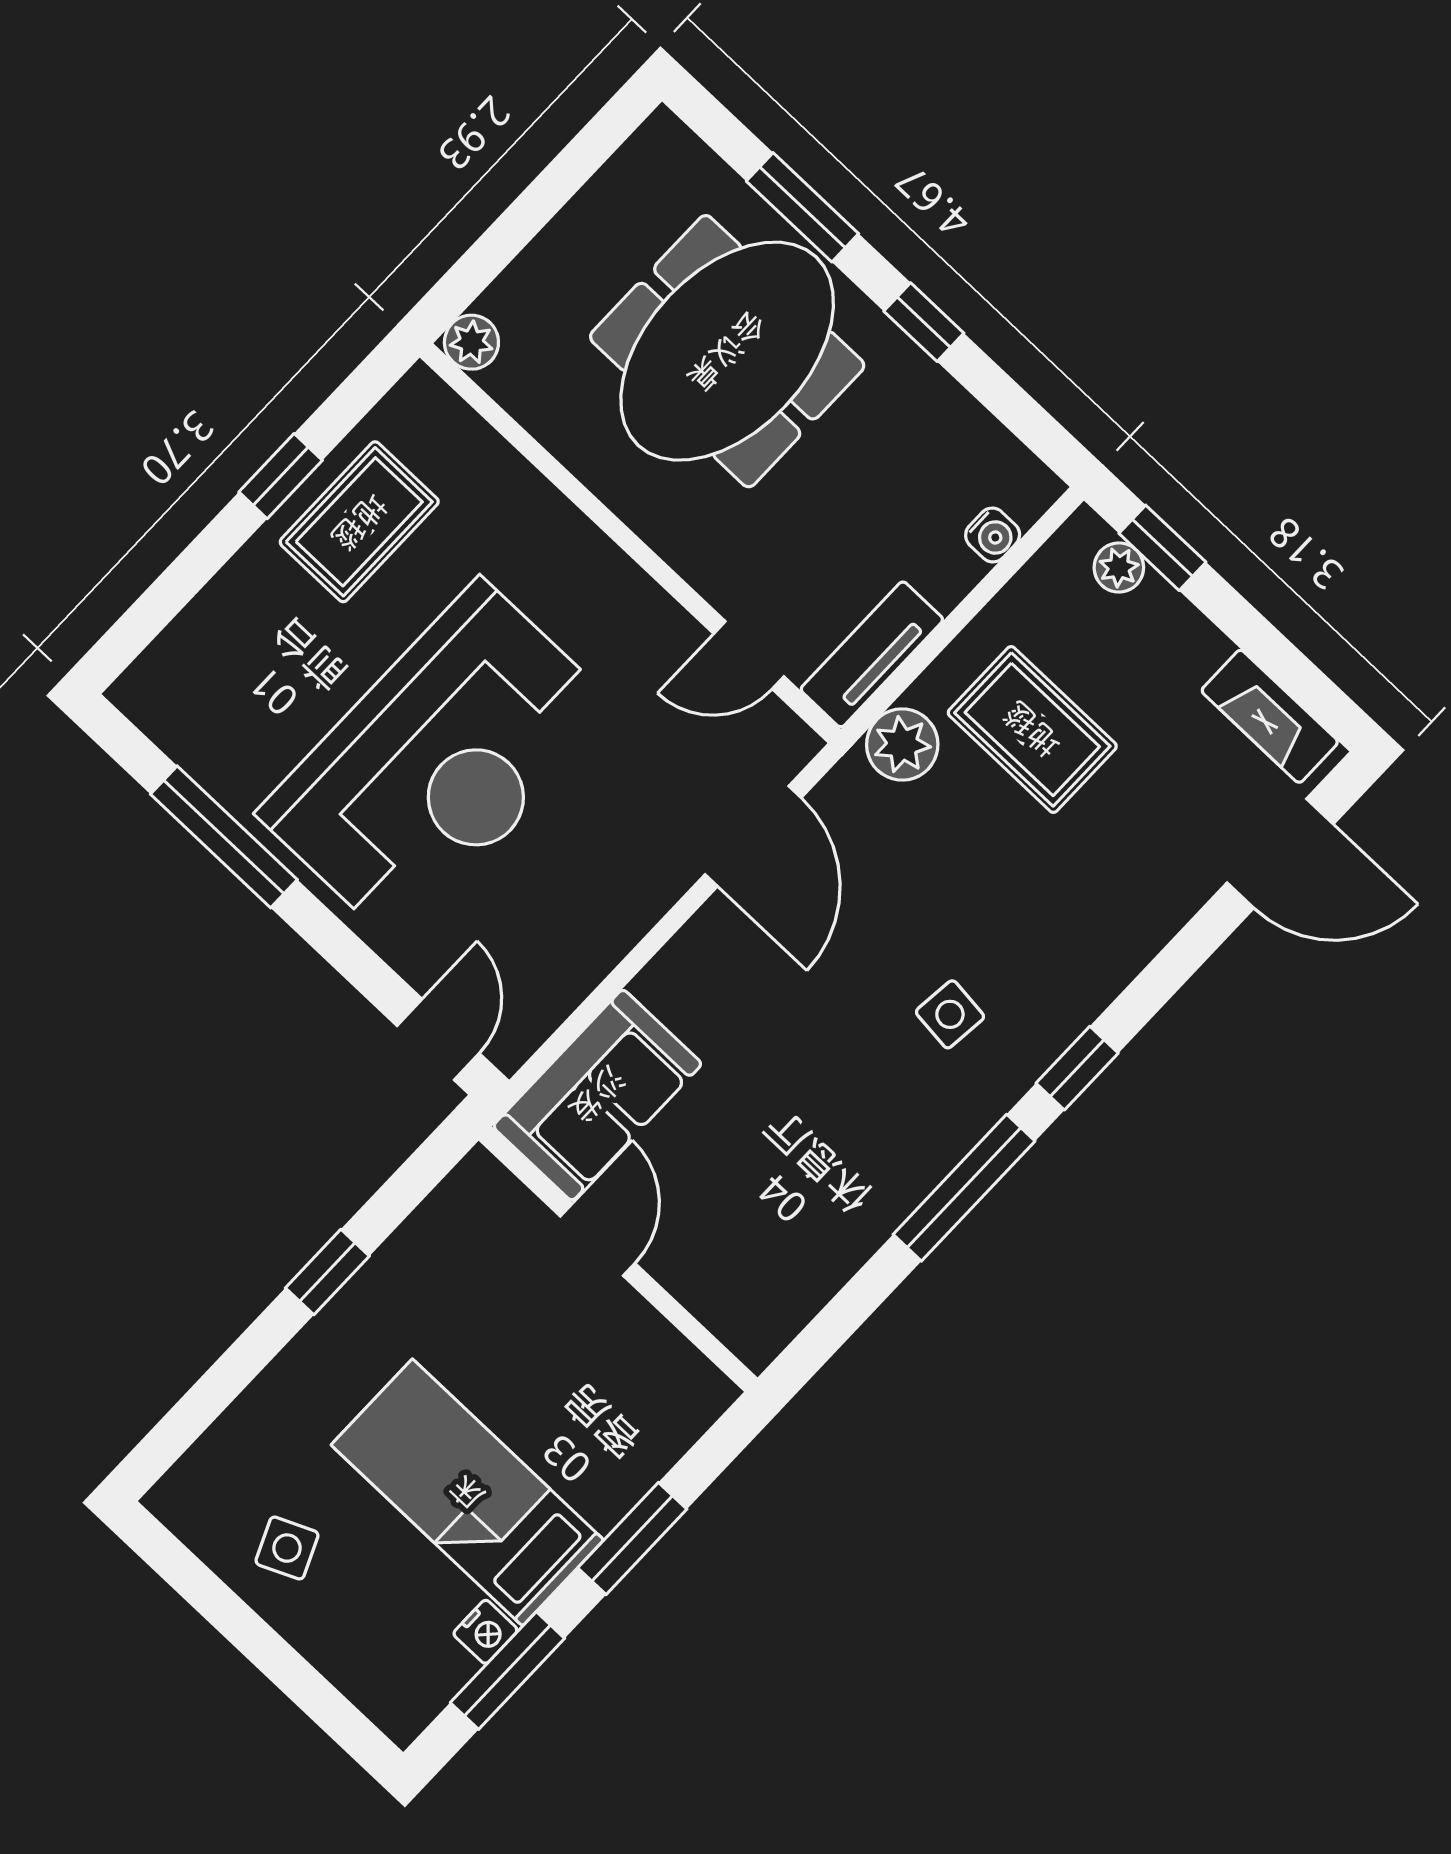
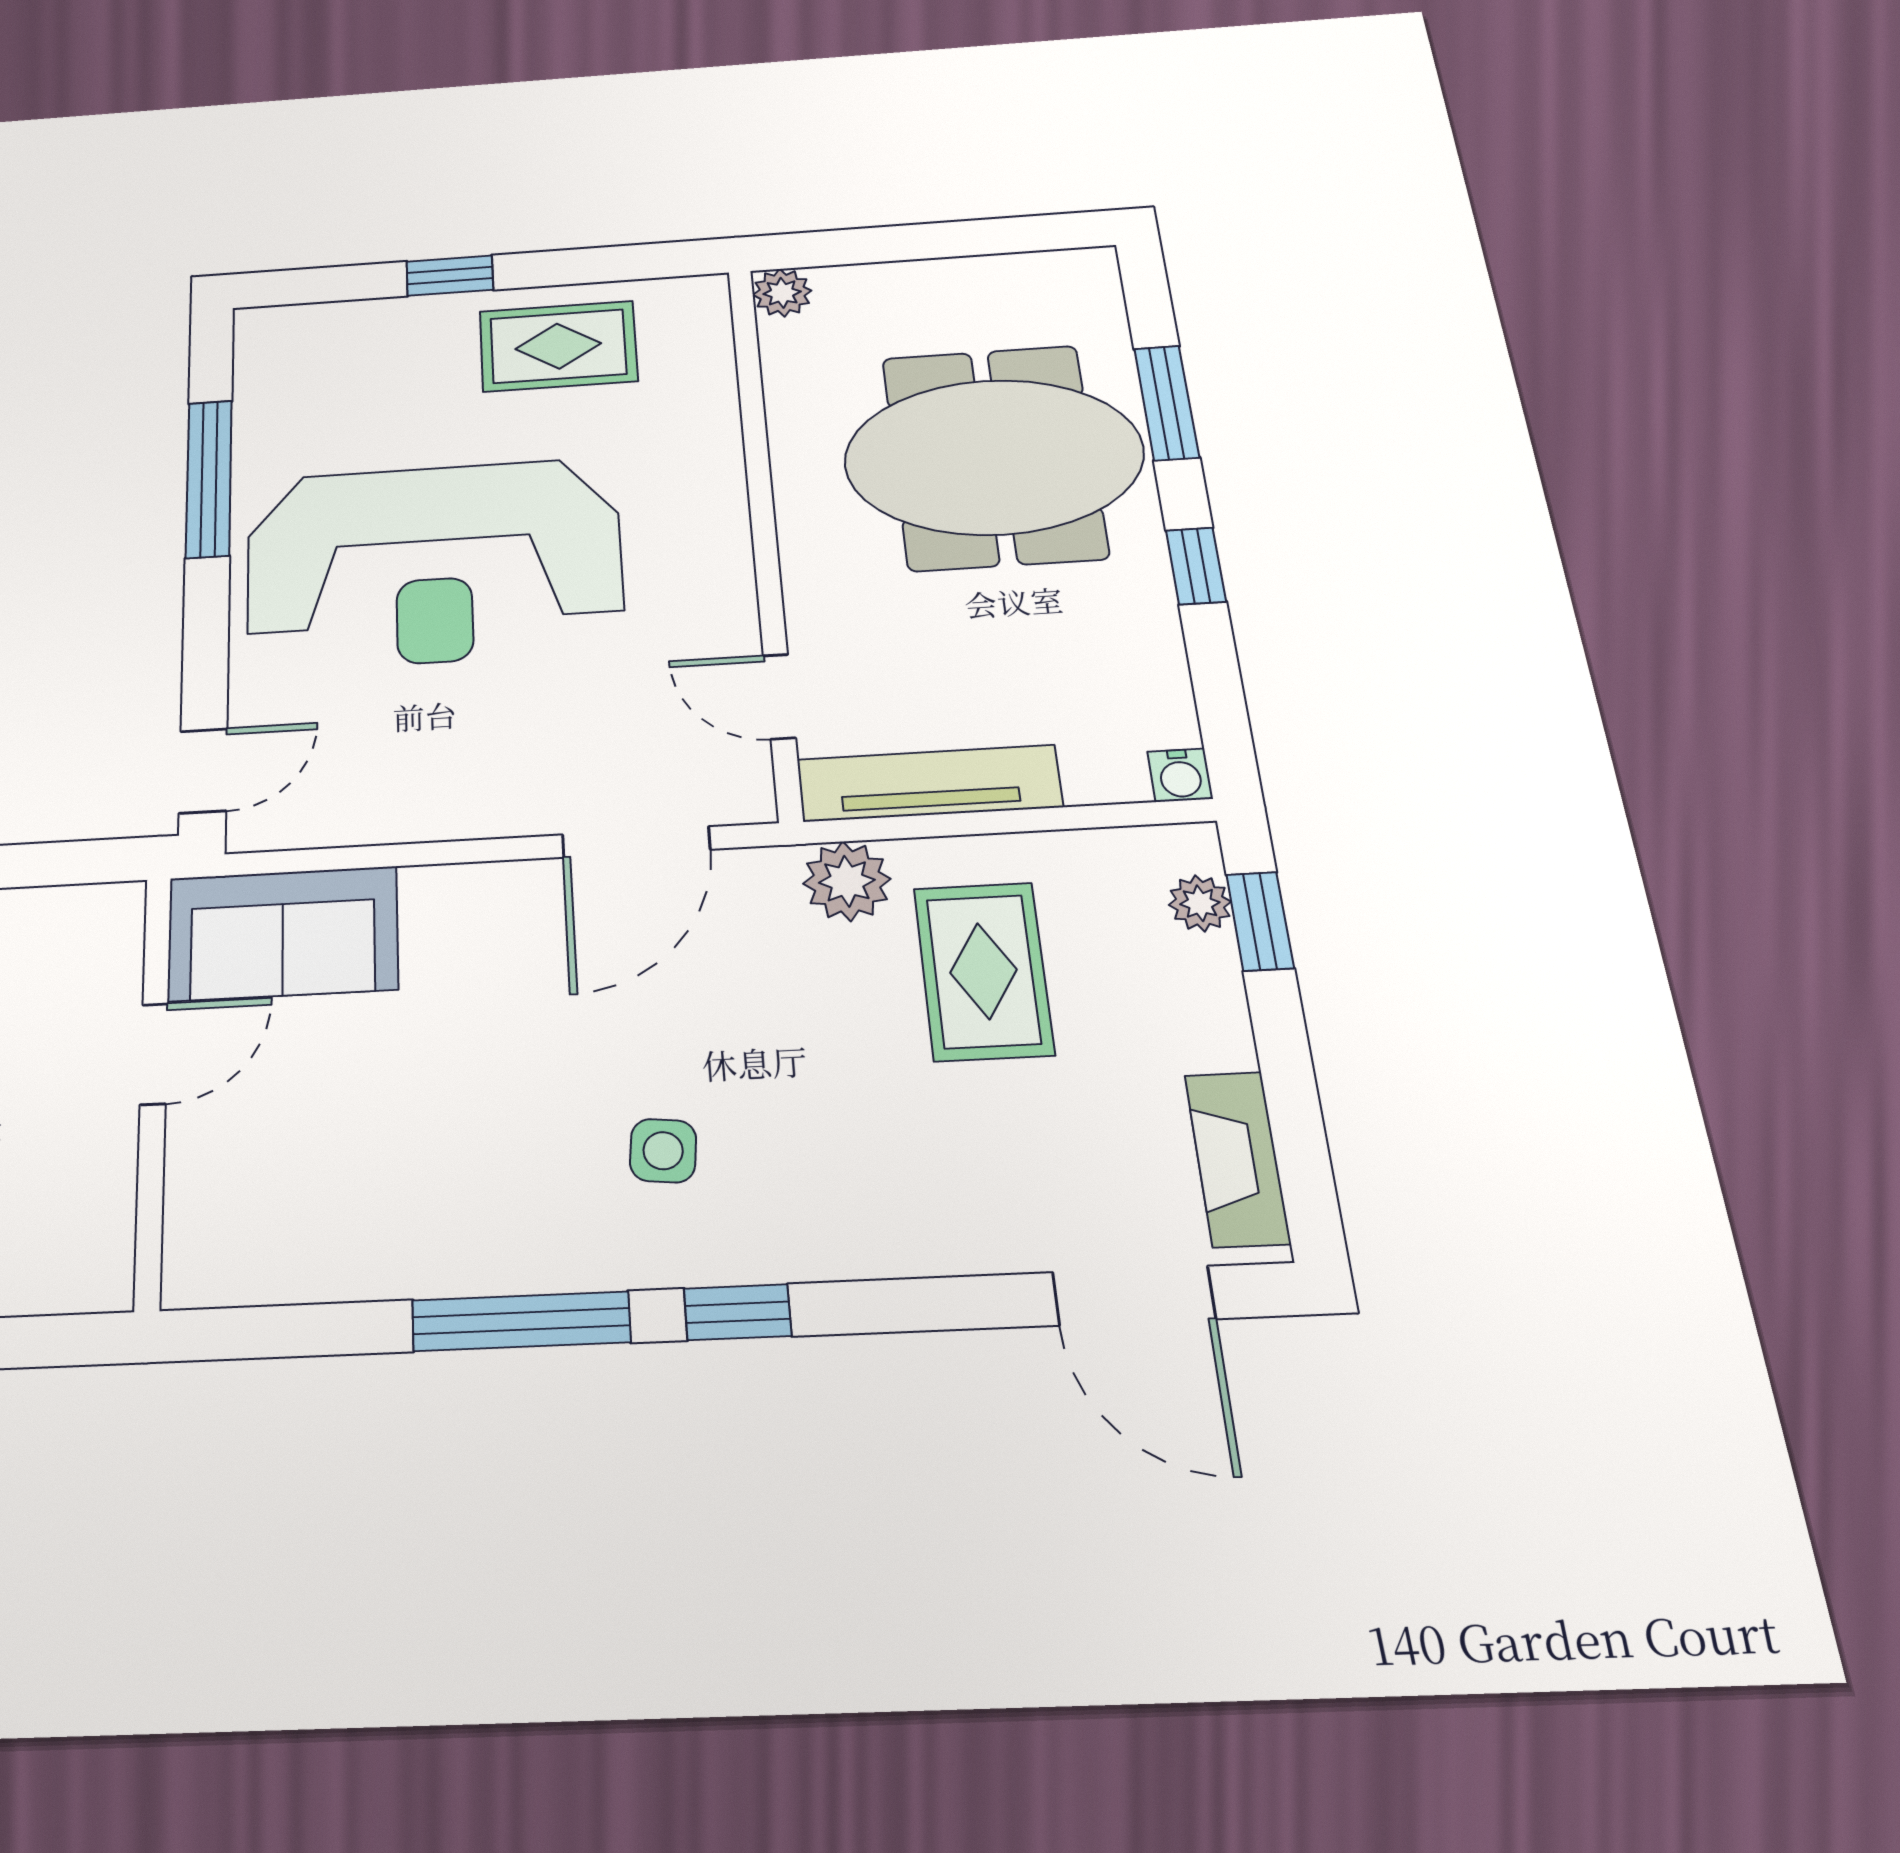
window: (281, 476) -> (450, 276), moved
water cooler: (993, 535) -> (1180, 775), moved
tv unit: (872, 654) -> (929, 783), width x1.41

